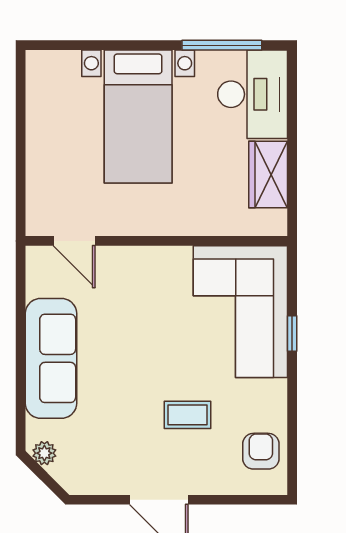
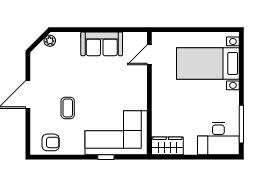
bed with nightstands: (138, 116) -> (208, 63), moved
wardrobe: (268, 175) -> (167, 146), moved
sofa: (51, 358) -> (102, 44), width x0.73

